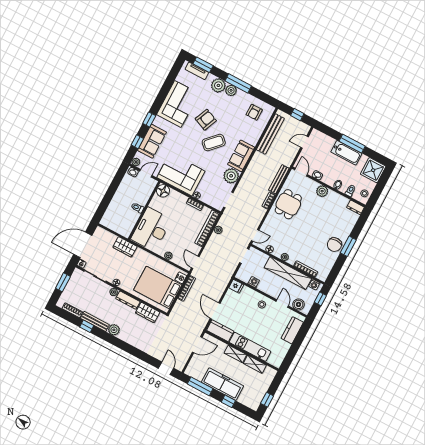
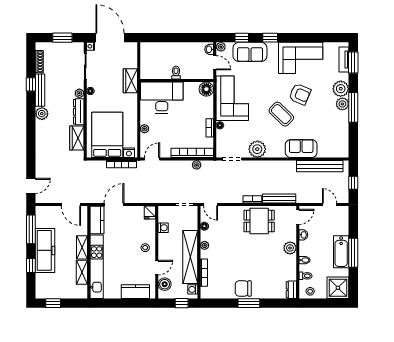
armchair: (254, 112) -> (333, 139), removed
sofa: (241, 156) -> (301, 149), moved
kitchen unit: (250, 347) -> (97, 267), width x1.36

